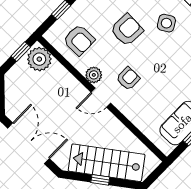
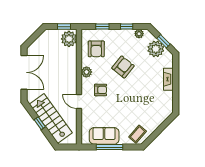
side table: (166, 23) -> (144, 83), removed
armchair: (127, 30) -> (123, 67), turned -54
door: (101, 98) -> (79, 102), moved

